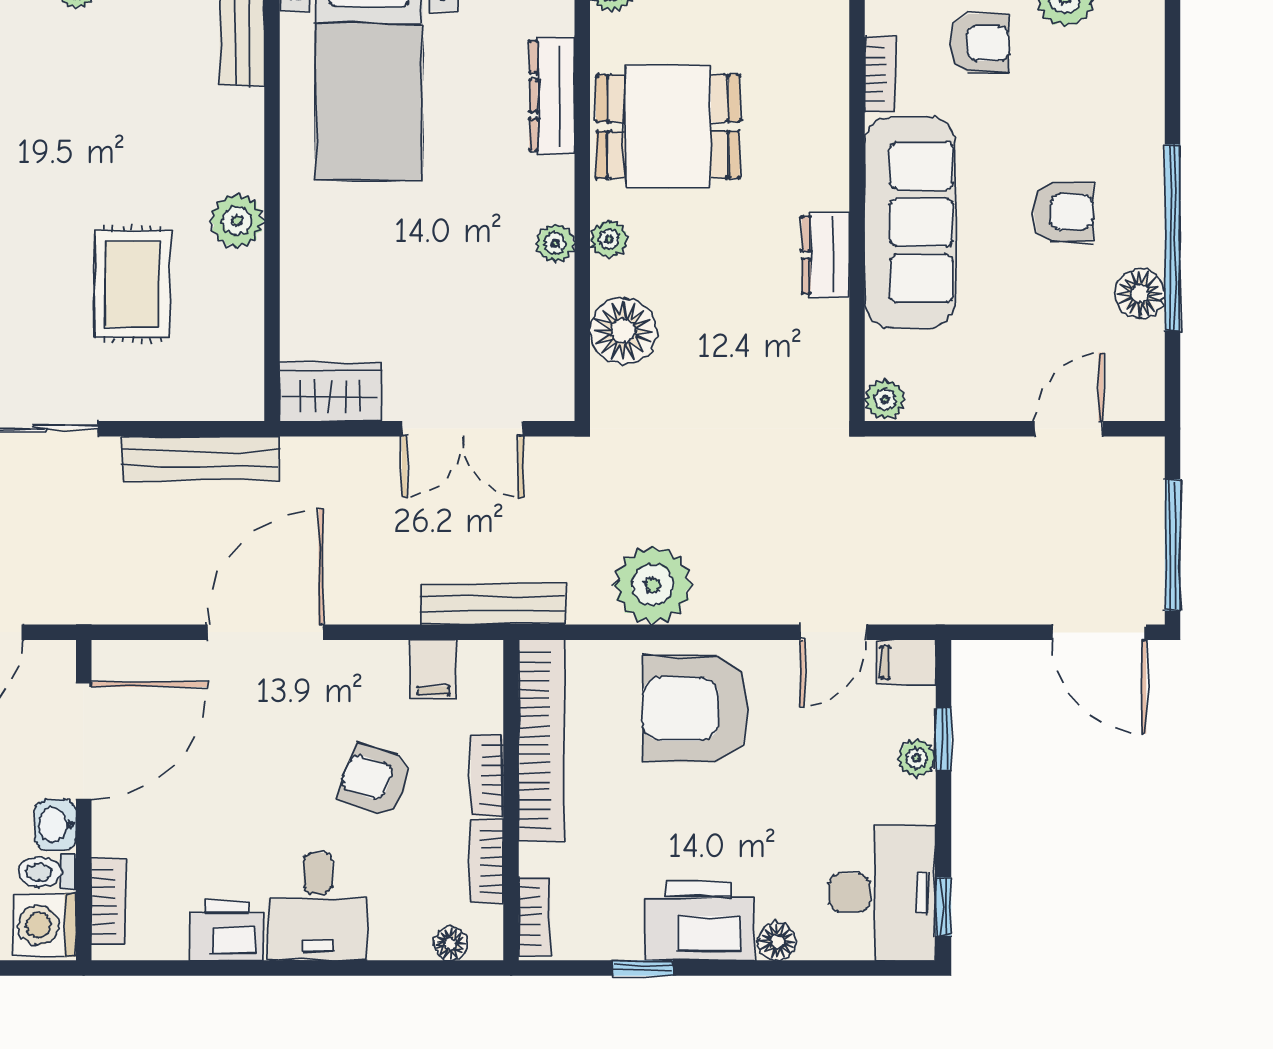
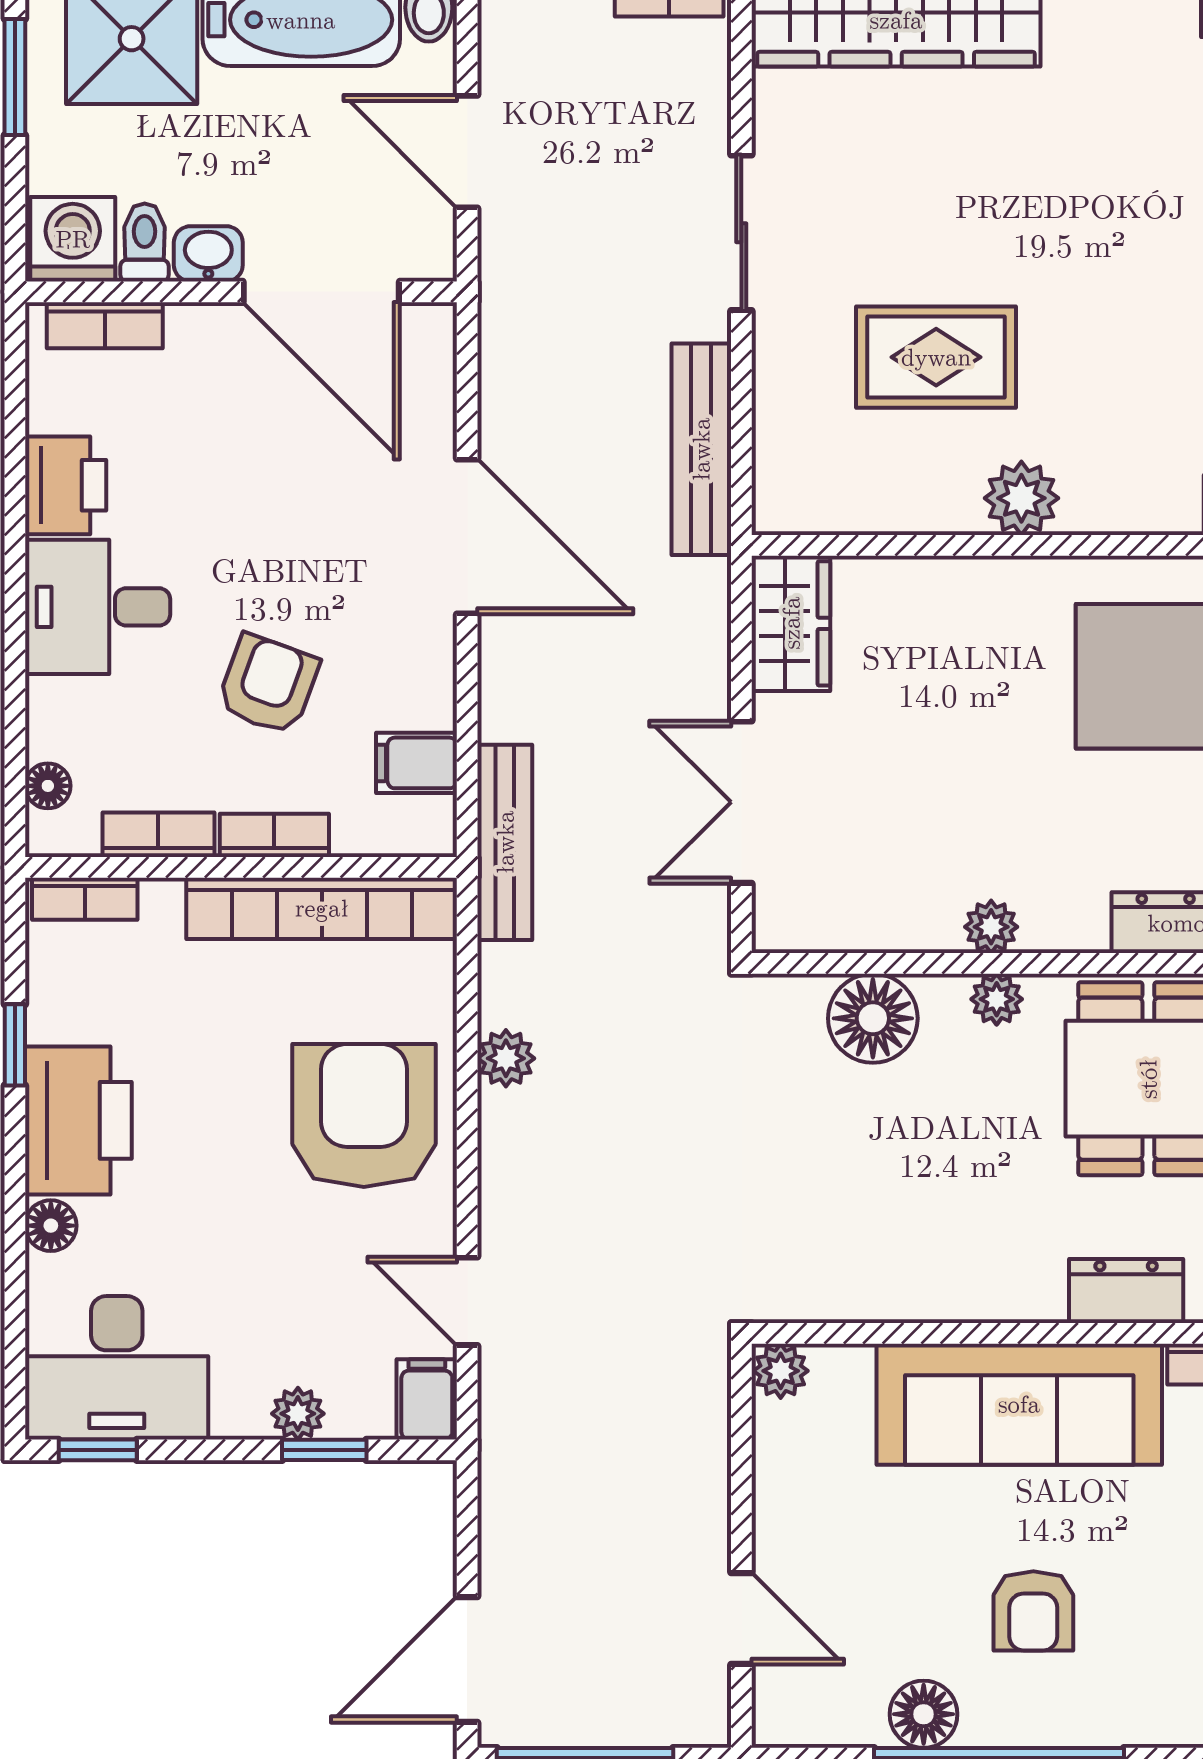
dresser: (826, 255) -> (1126, 1291), moved
plant: (653, 585) -> (506, 1058), width x0.53, depth x0.53

